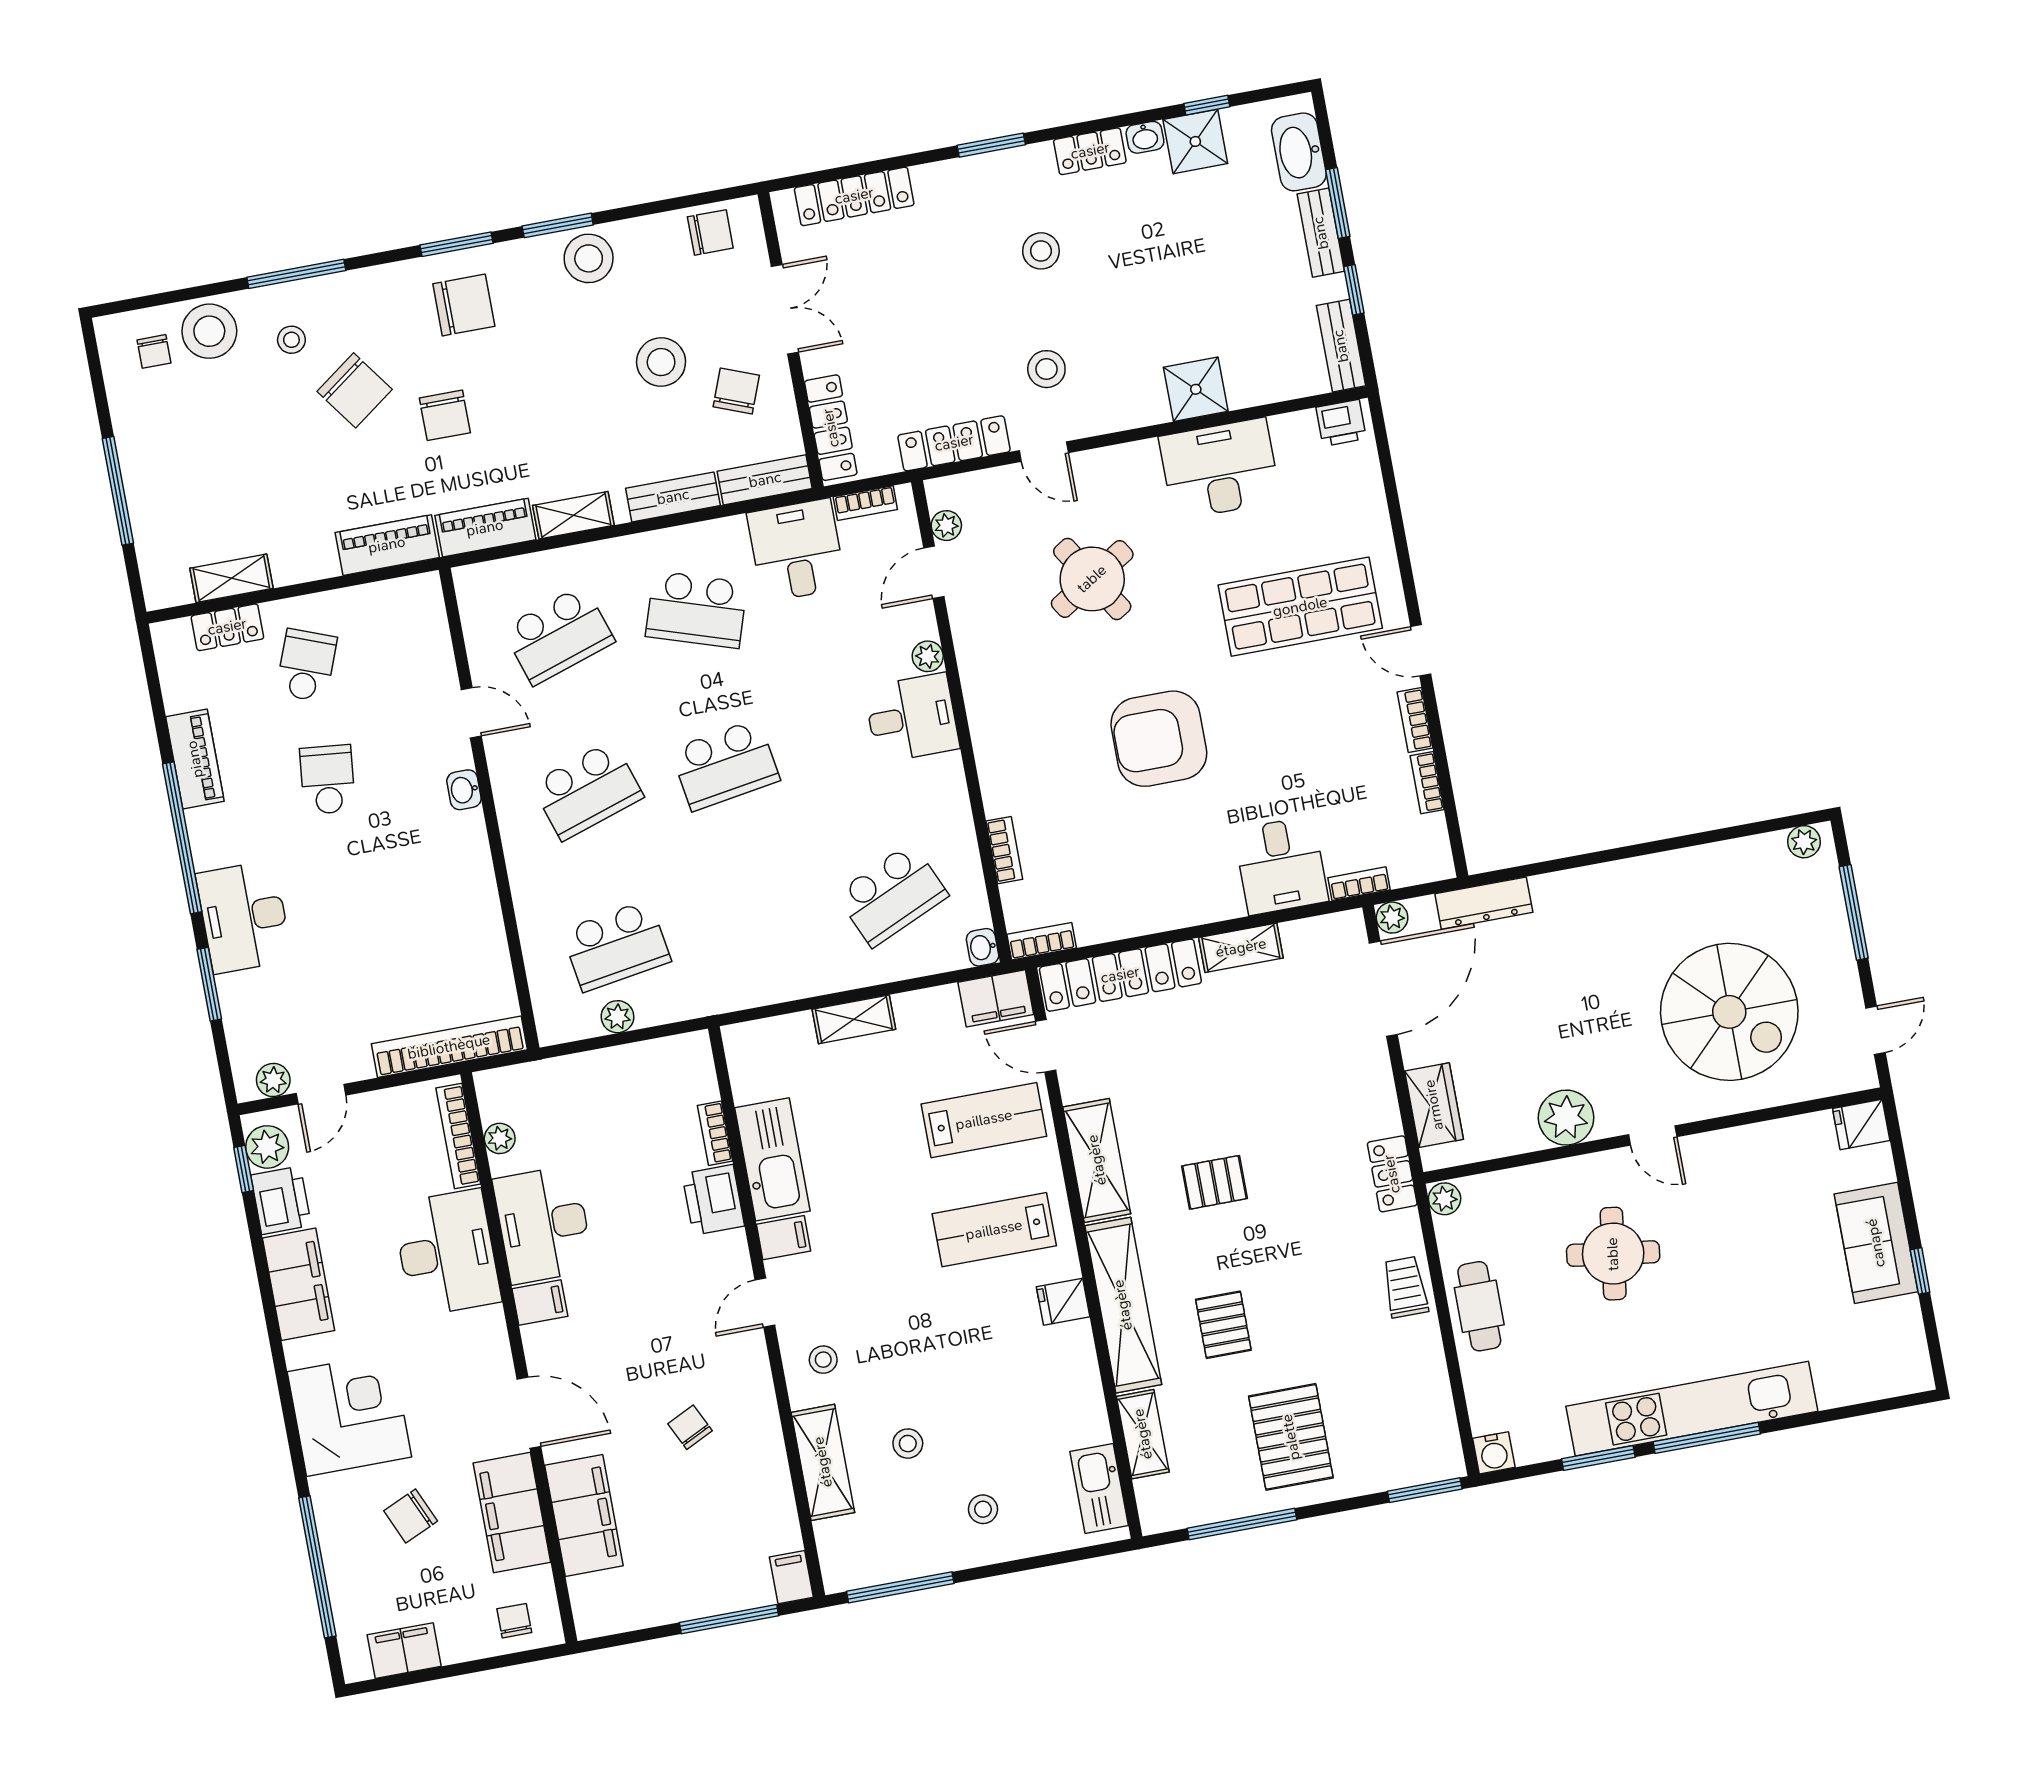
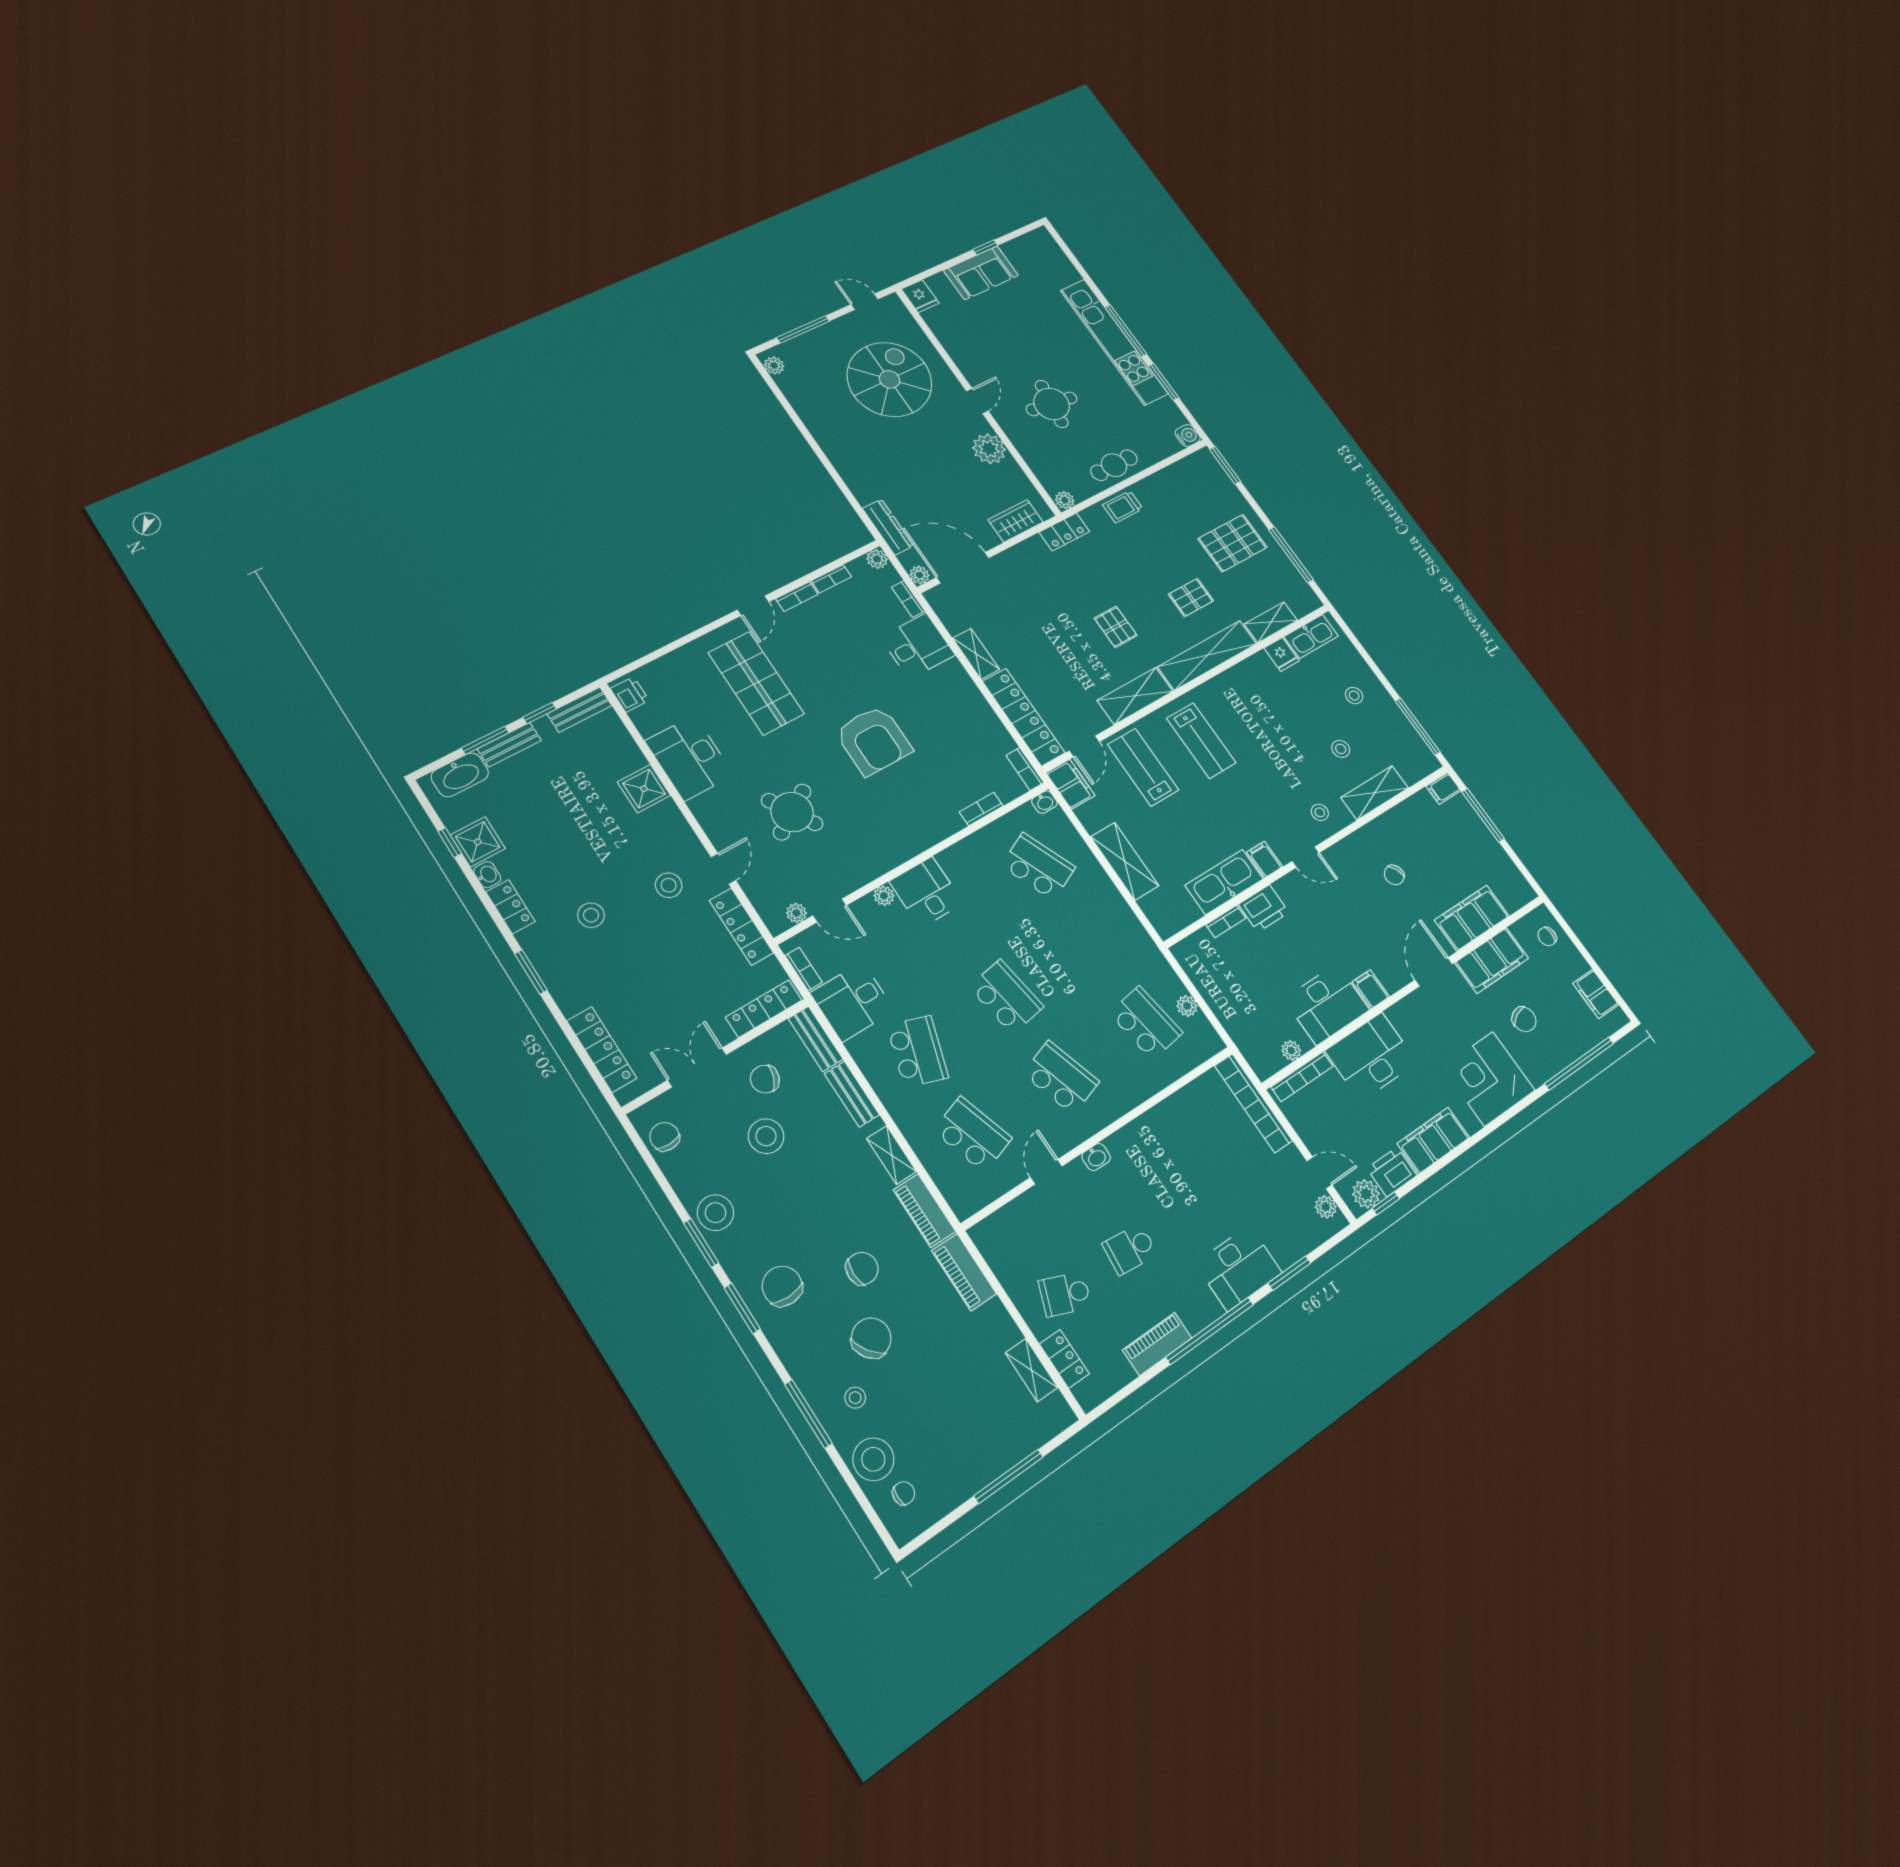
plant: (1437, 864) -> (877, 559), added
shelving: (854, 1019) -> (1125, 861), width x1.50, depth x1.33
fridge: (1063, 1302) -> (1282, 654), moved

